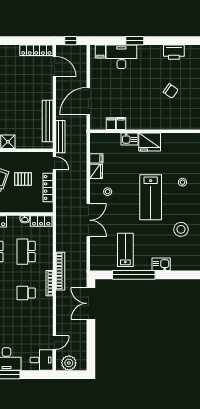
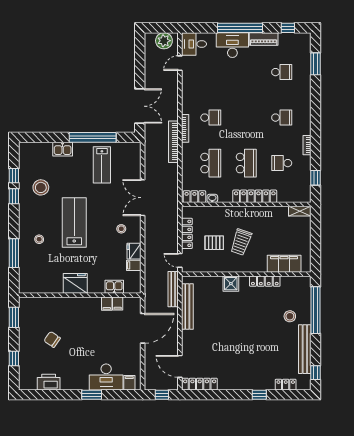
kitchen sink: (130, 139) -> (114, 287), moved

